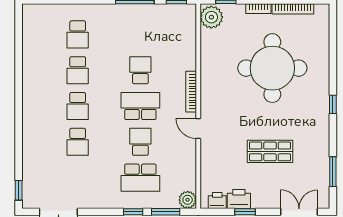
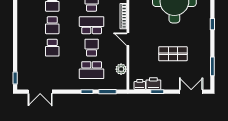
plant: (188, 200) -> (121, 69), moved

